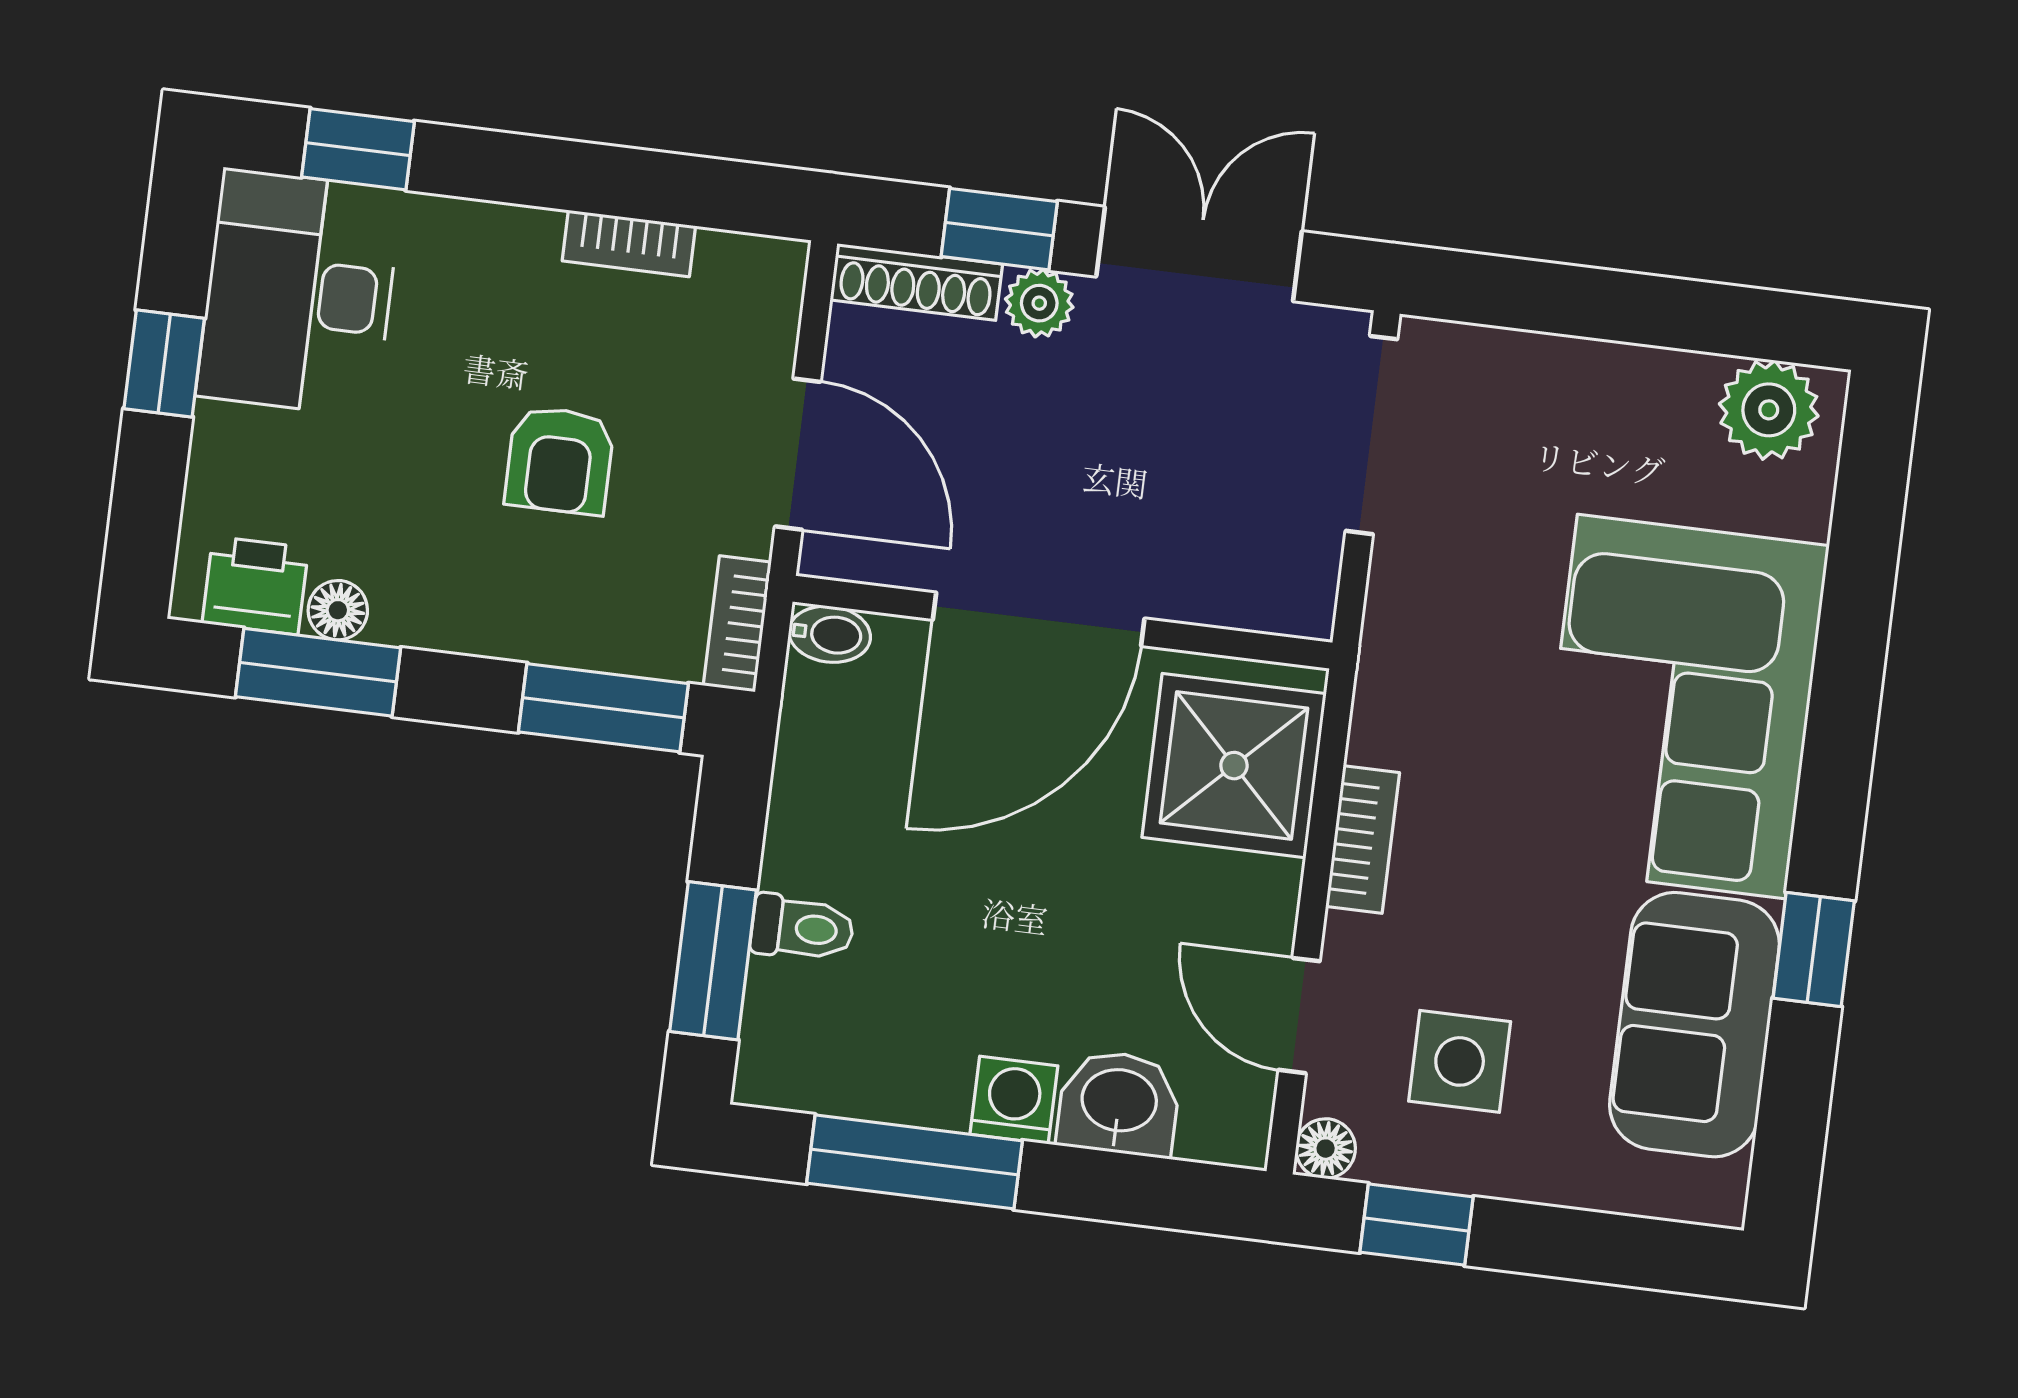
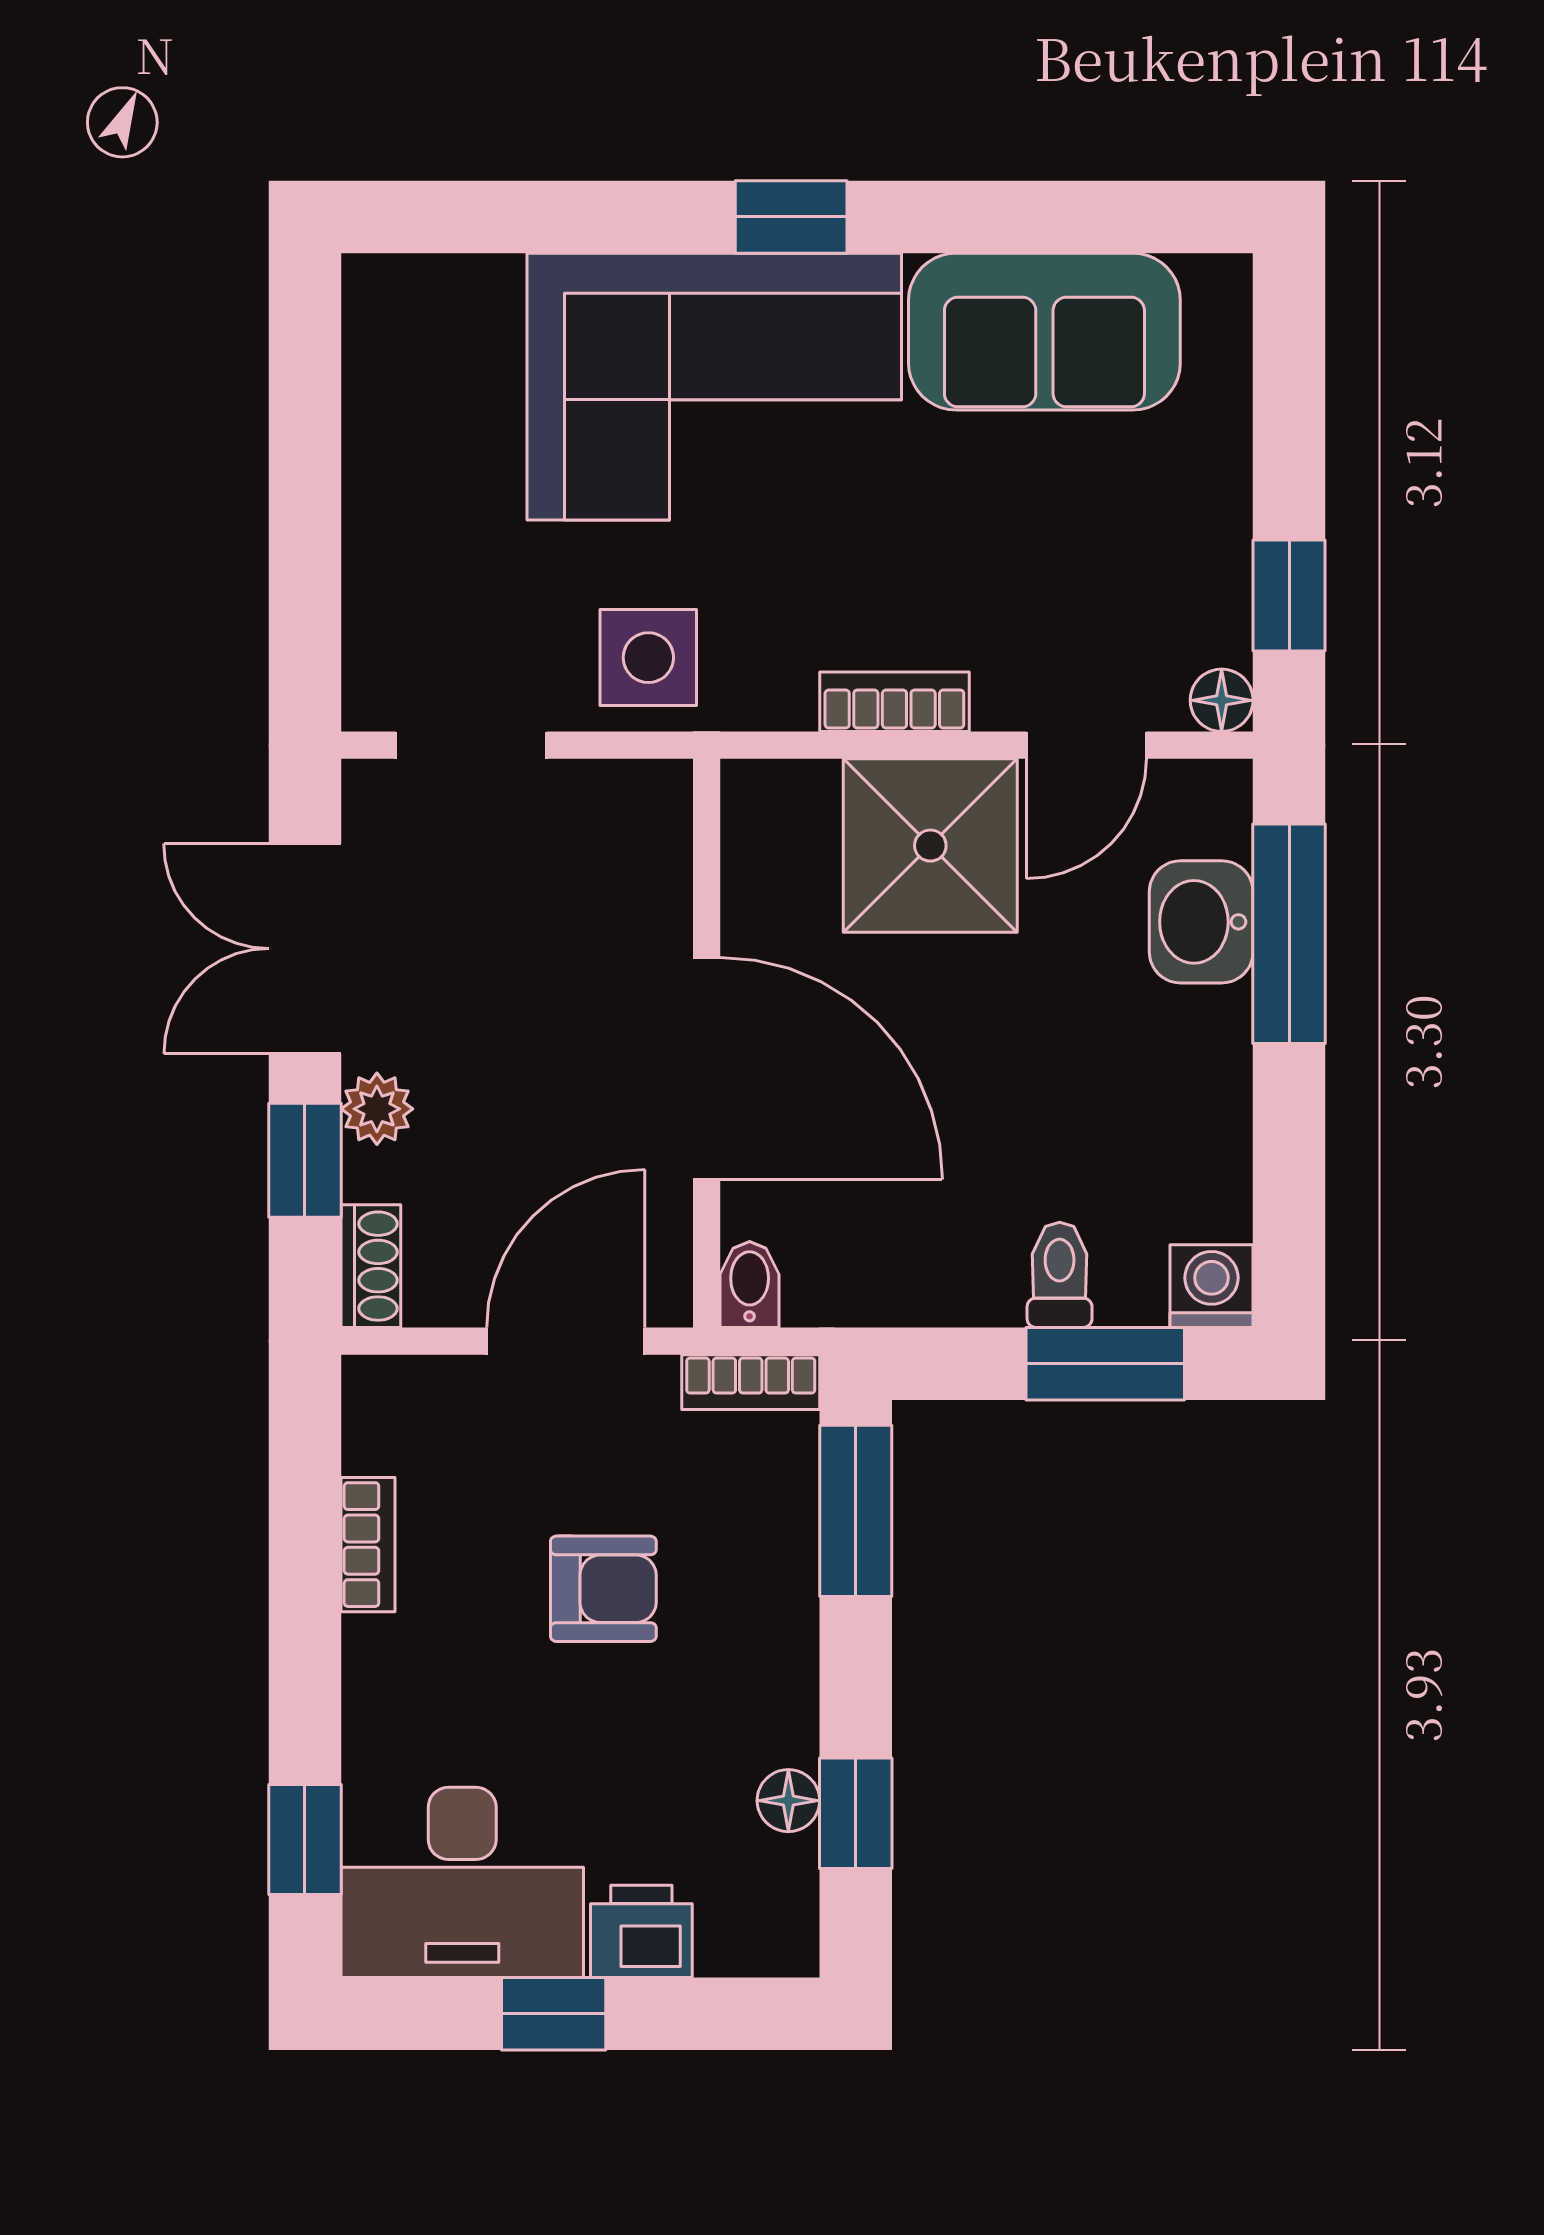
shoe rack: (916, 282) -> (371, 1266), width x0.70
plant: (1769, 410) -> (393, 334), removed
doorway: (1371, 435) -> (471, 745), width x0.73
printer: (255, 586) -> (641, 1931), moved, turned 90
window: (318, 672) -> (856, 1813), width x0.67
shower: (1234, 766) -> (930, 846), moved
window: (1814, 950) -> (791, 217), moved
side table: (1460, 1061) -> (648, 658), moved
washing machine: (1014, 1100) -> (1212, 1286), moved, turned 90
window: (914, 1162) -> (1289, 934), moved

